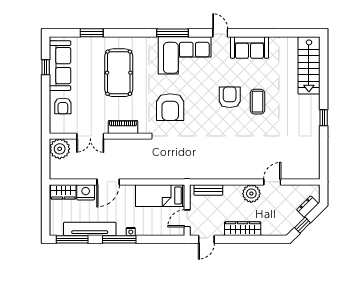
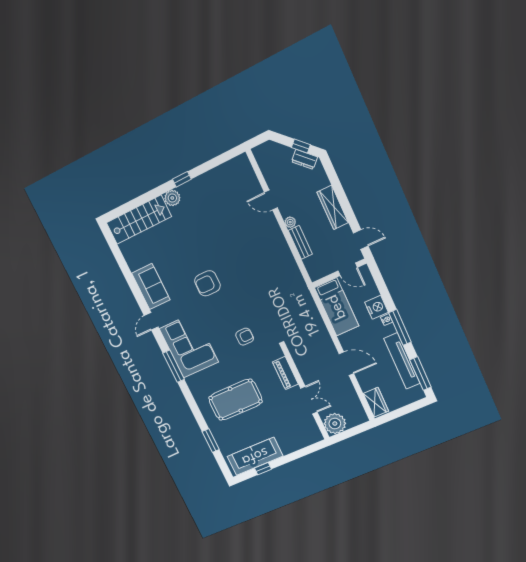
coffee table: (257, 102) -> (198, 254), removed
plant: (313, 102) -> (172, 198), added
armchair: (63, 106) -> (292, 438), removed
armchair: (170, 107) -> (245, 337), width x0.53, depth x0.53
bench: (208, 190) -> (300, 242), moved
nightstand: (86, 192) -> (377, 307), moved, turned 180
plant: (251, 194) -> (290, 222), width x0.53, depth x0.53
dresser: (308, 207) -> (304, 159), moved

